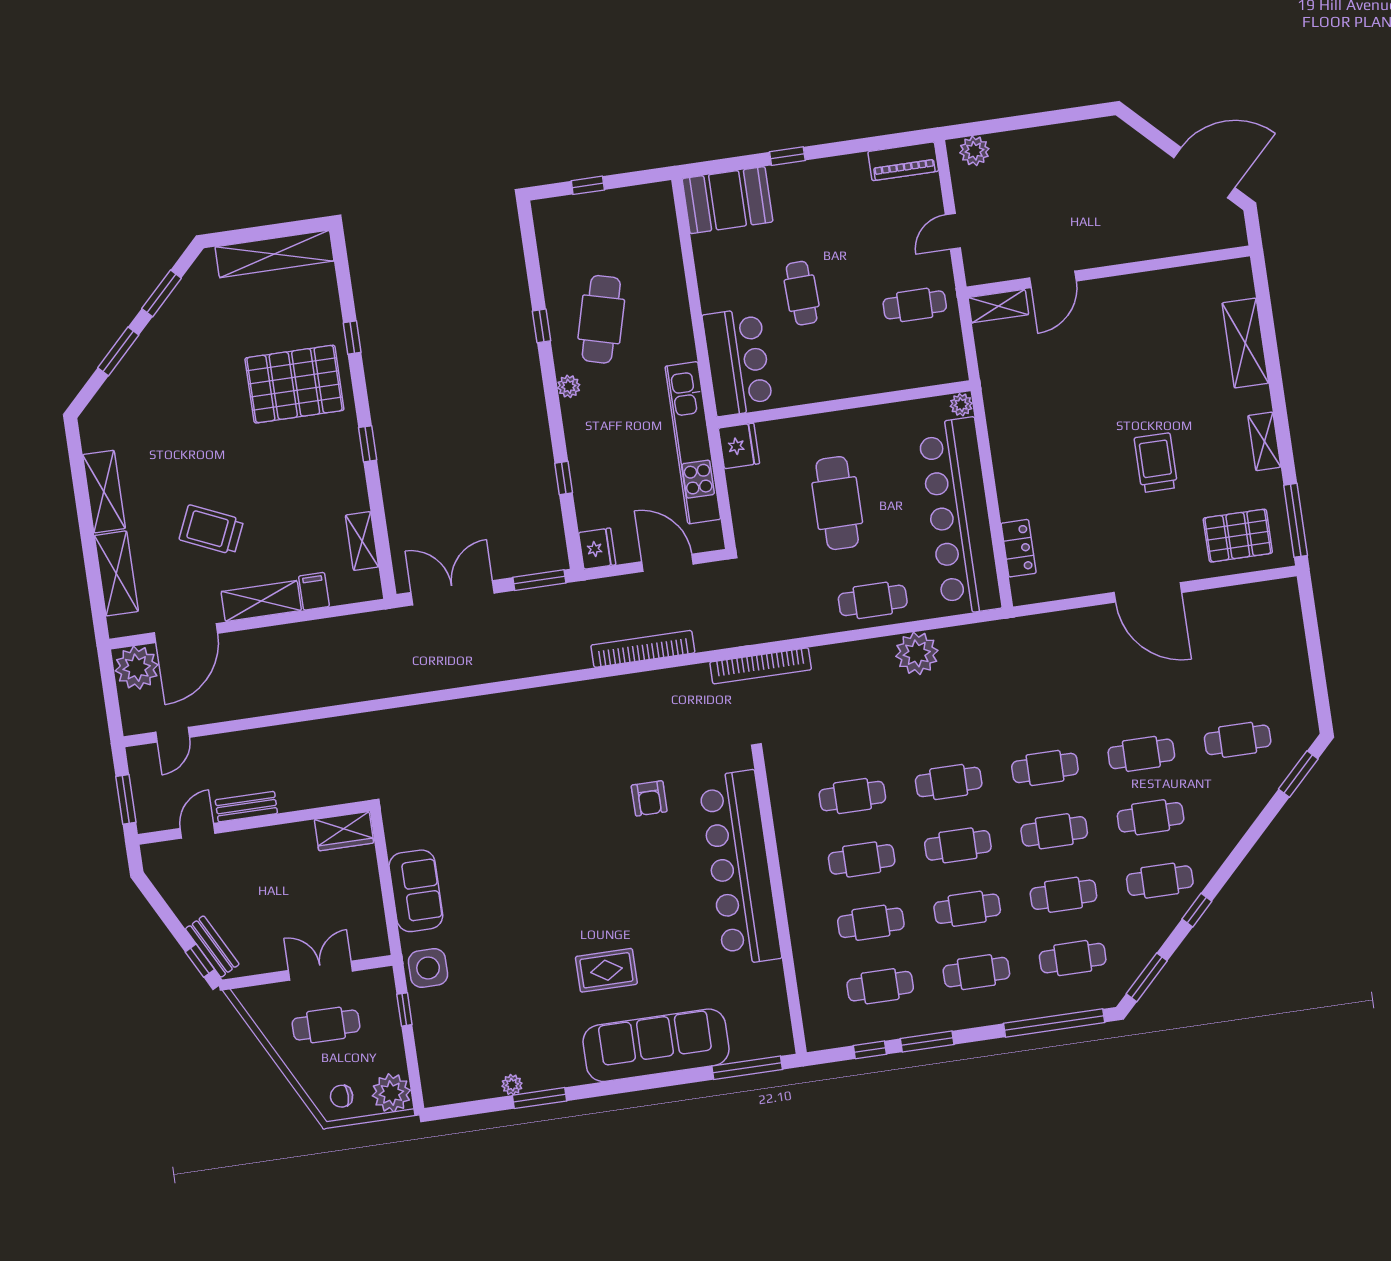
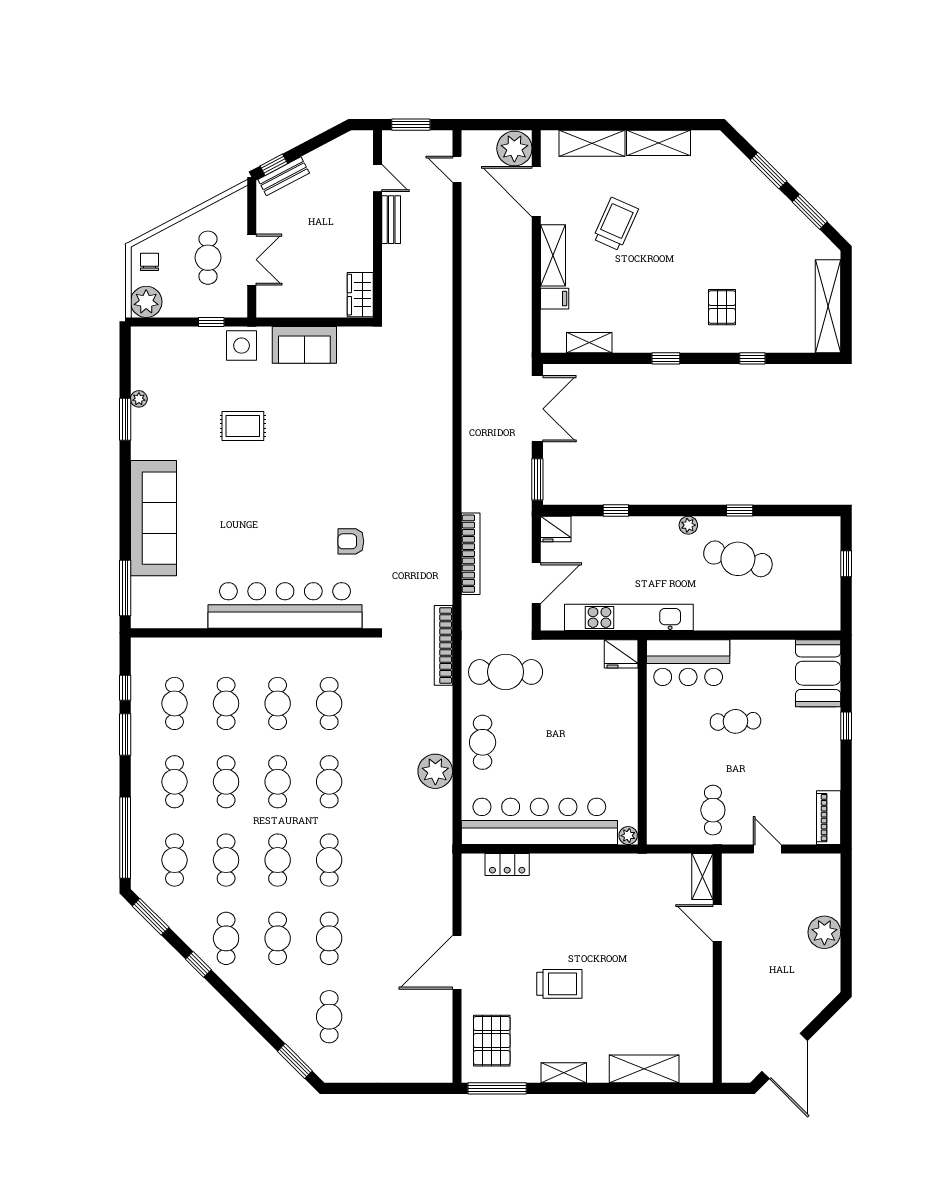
plant: (974, 151) -> (824, 932), moved, width x1.36, depth x1.36
pallet: (294, 384) -> (722, 307), width x0.49, depth x0.50
cafe table: (837, 503) -> (506, 672), moved
rug: (606, 970) -> (243, 426), moved, turned 90

